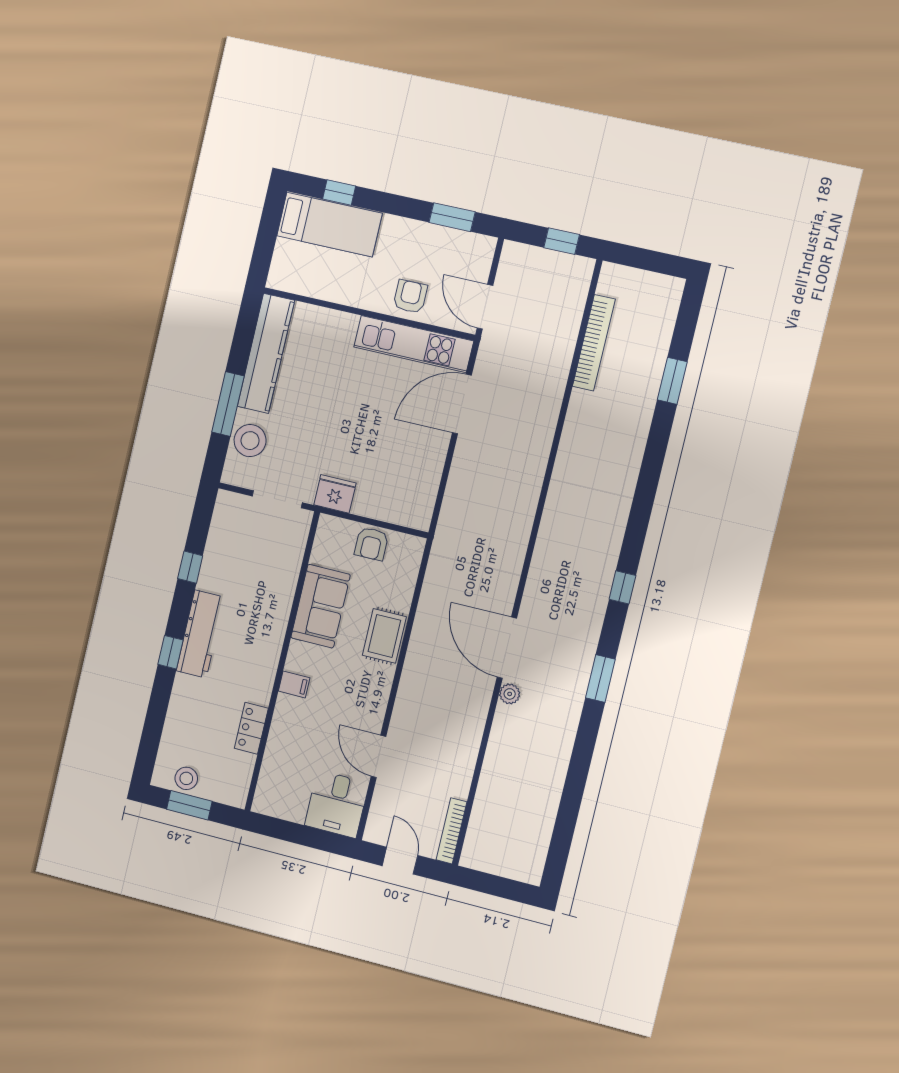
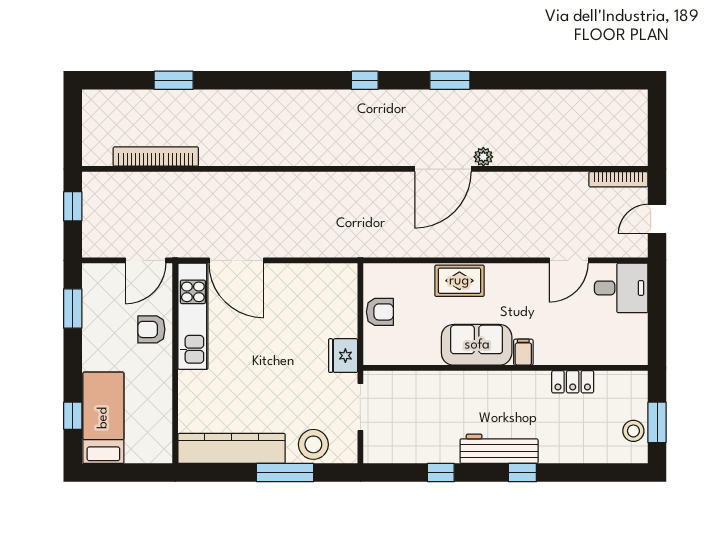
sofa: (321, 606) -> (477, 345), moved

